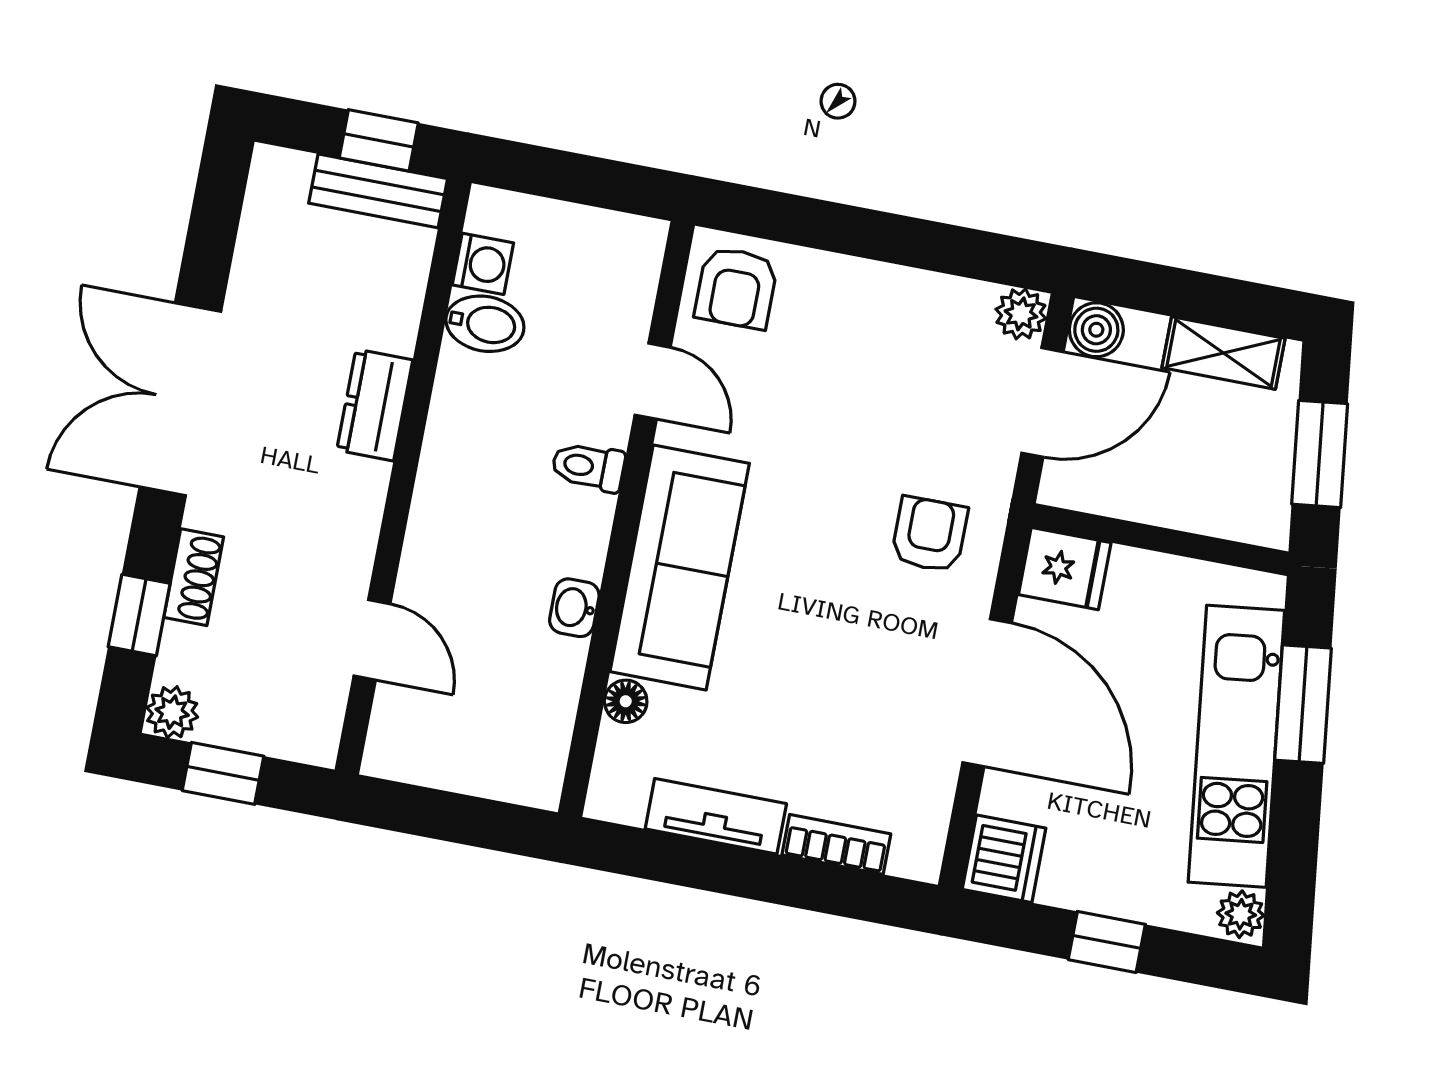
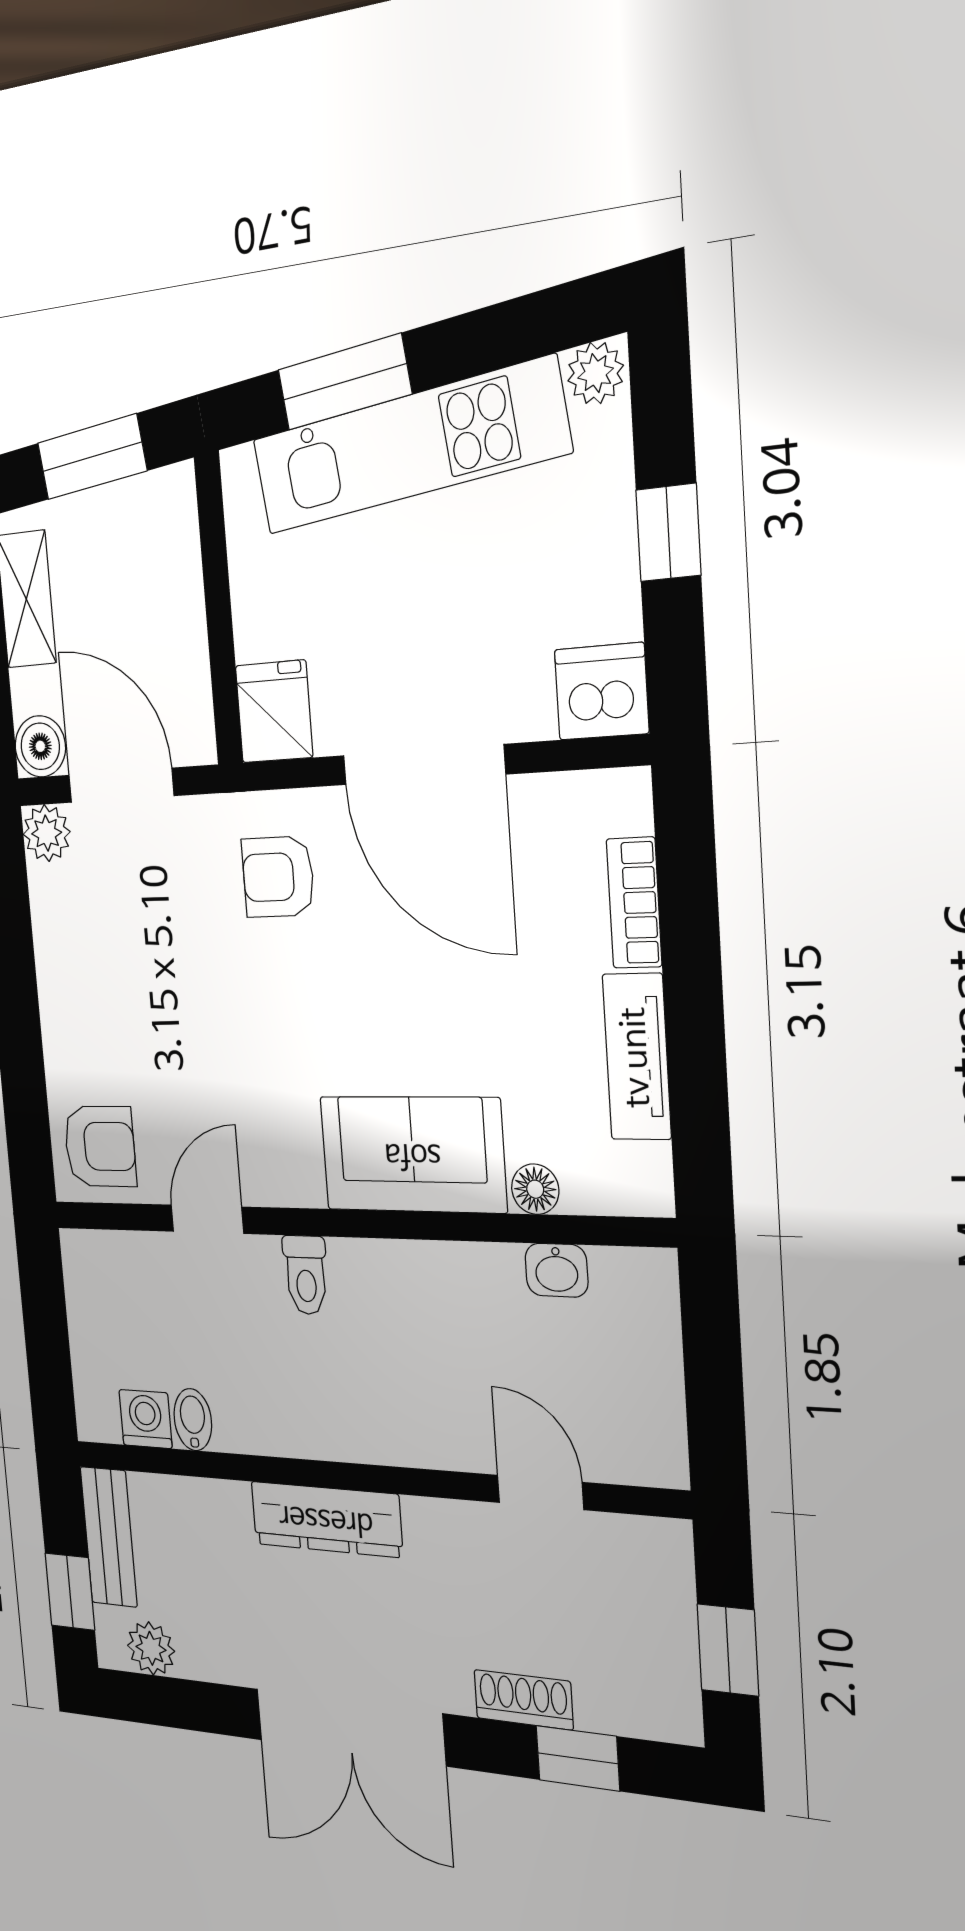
window: (379, 140) -> (70, 1592), moved
bidet: (485, 324) -> (193, 1420), width x0.72, depth x0.74
dresser: (375, 405) -> (326, 1519), width x1.44
sofa: (680, 567) -> (413, 1154), width x0.73
washbasin: (574, 608) -> (557, 1270), moved
door: (372, 640) -> (540, 1492), hinge flipped
door: (987, 693) -> (423, 765), swing flipped
plant: (172, 712) -> (151, 1648), moved

